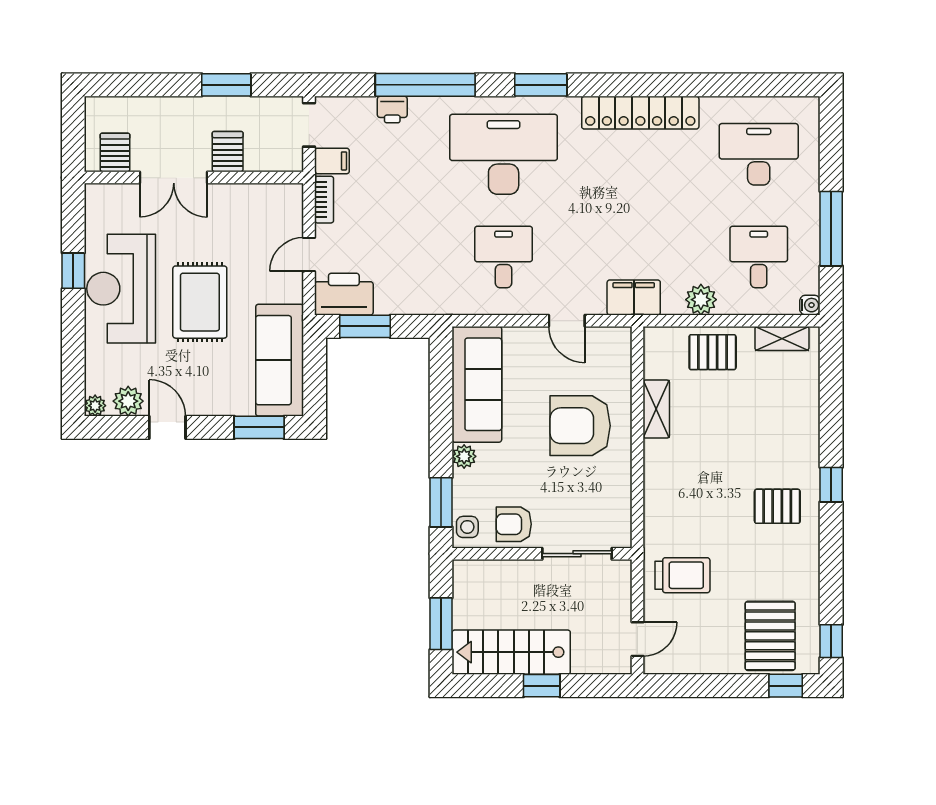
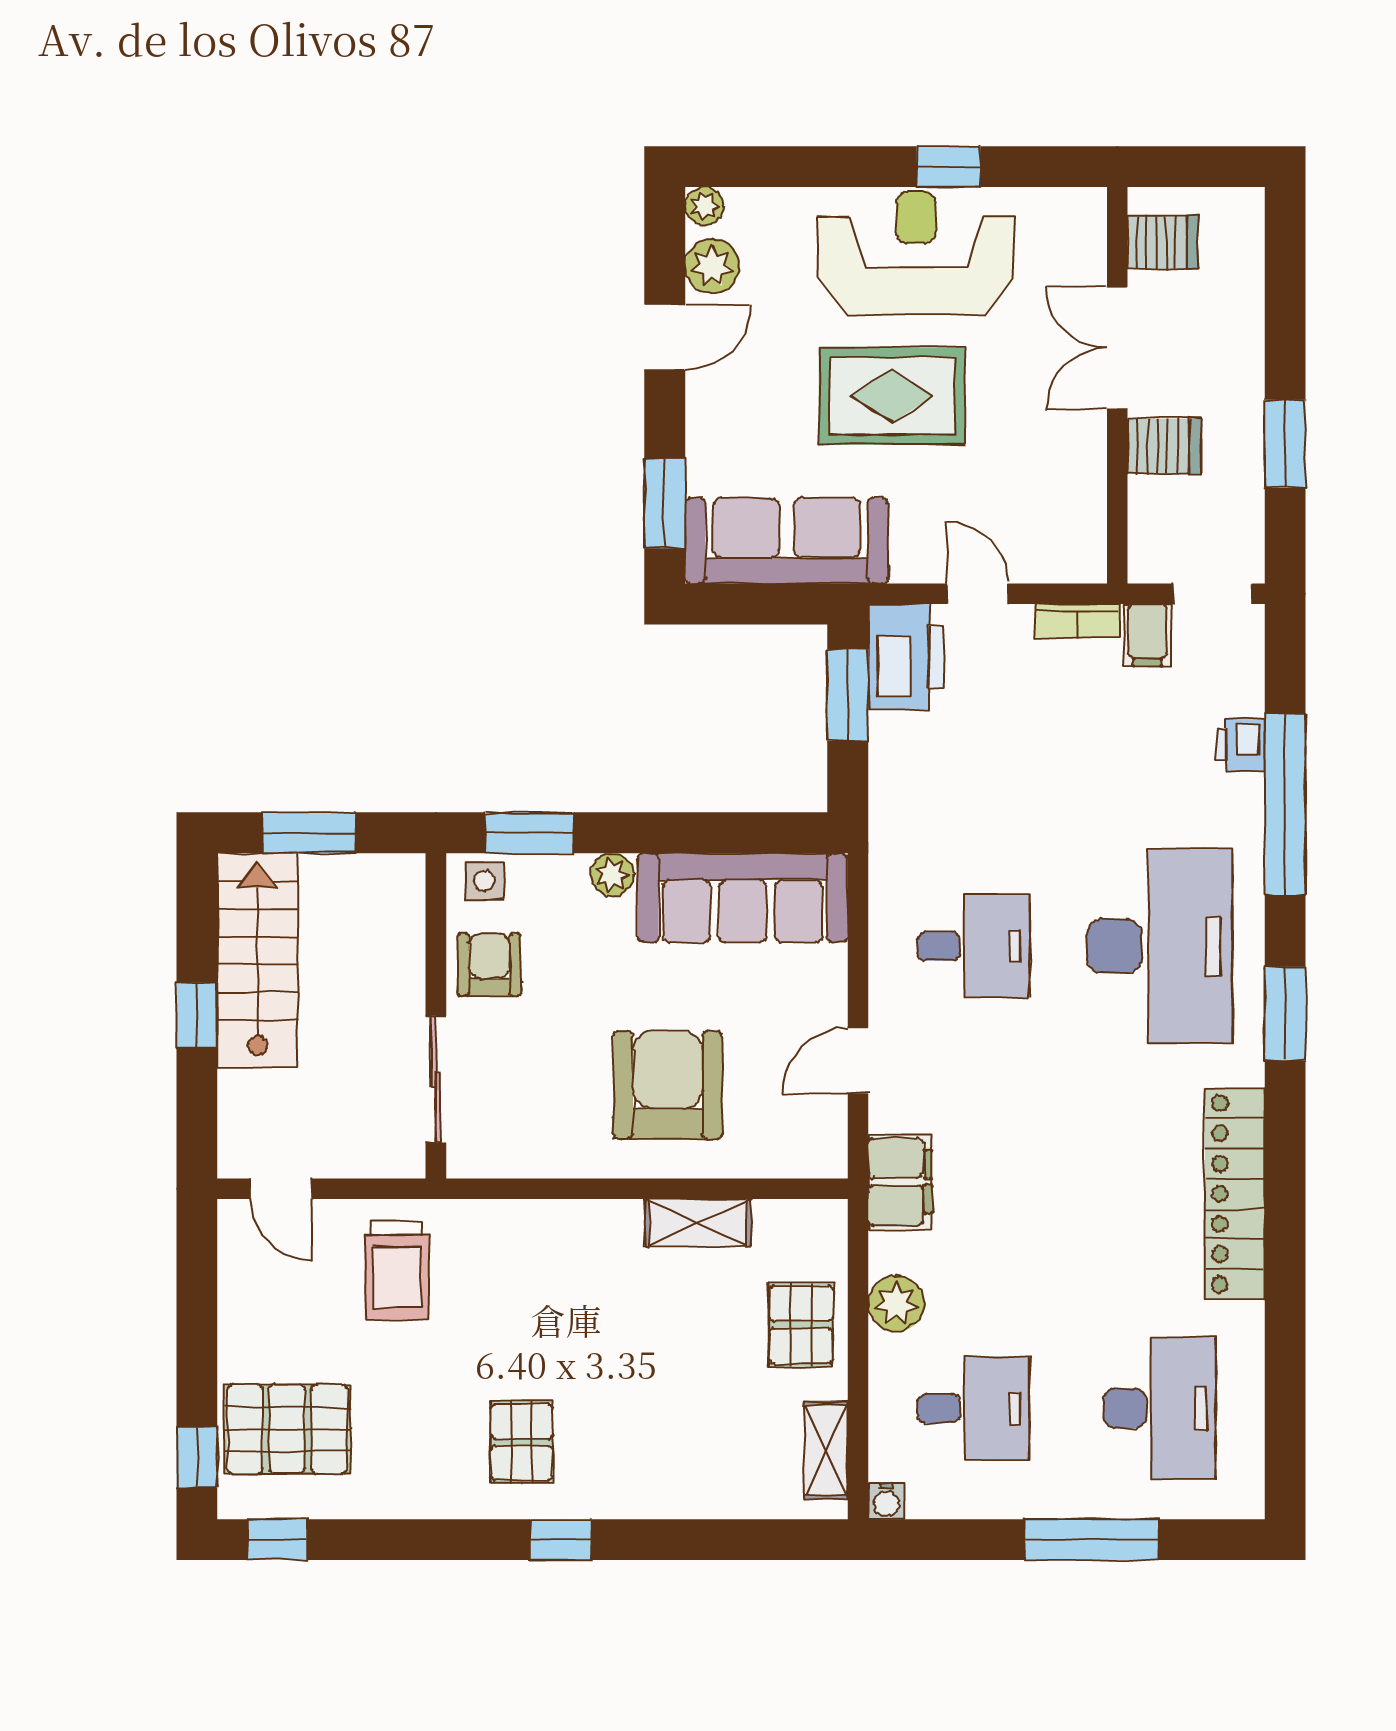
window: (831, 229) -> (1092, 1540), moved

